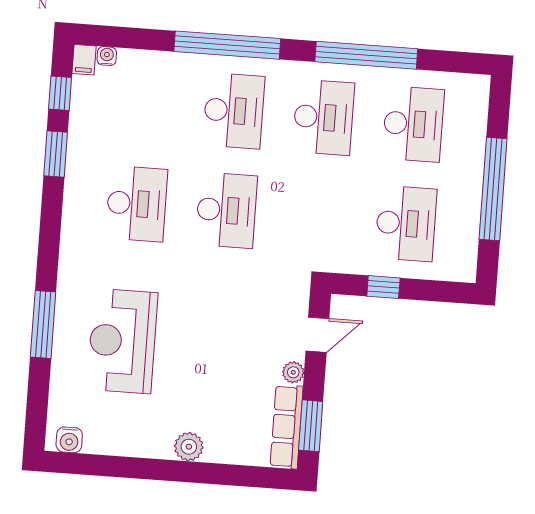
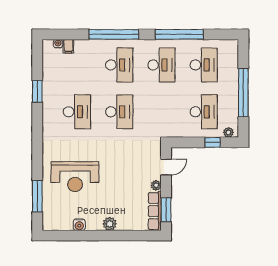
filing cabinet: (84, 60) -> (68, 46), moved
window: (60, 93) -> (37, 63), removed
plant: (455, 271) -> (228, 132), added
window: (383, 287) -> (213, 142), moved
window: (43, 324) -> (37, 196), moved
reception desk: (122, 341) -> (75, 177), turned -90
water cooler: (69, 440) -> (79, 225), moved

